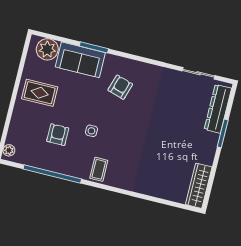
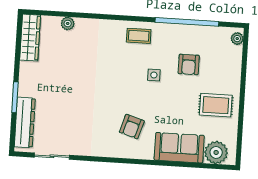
window: (94, 47) -> (167, 163), removed
coffee table: (99, 169) -> (139, 36), turned 90
plant: (162, 192) -> (68, 23), added

